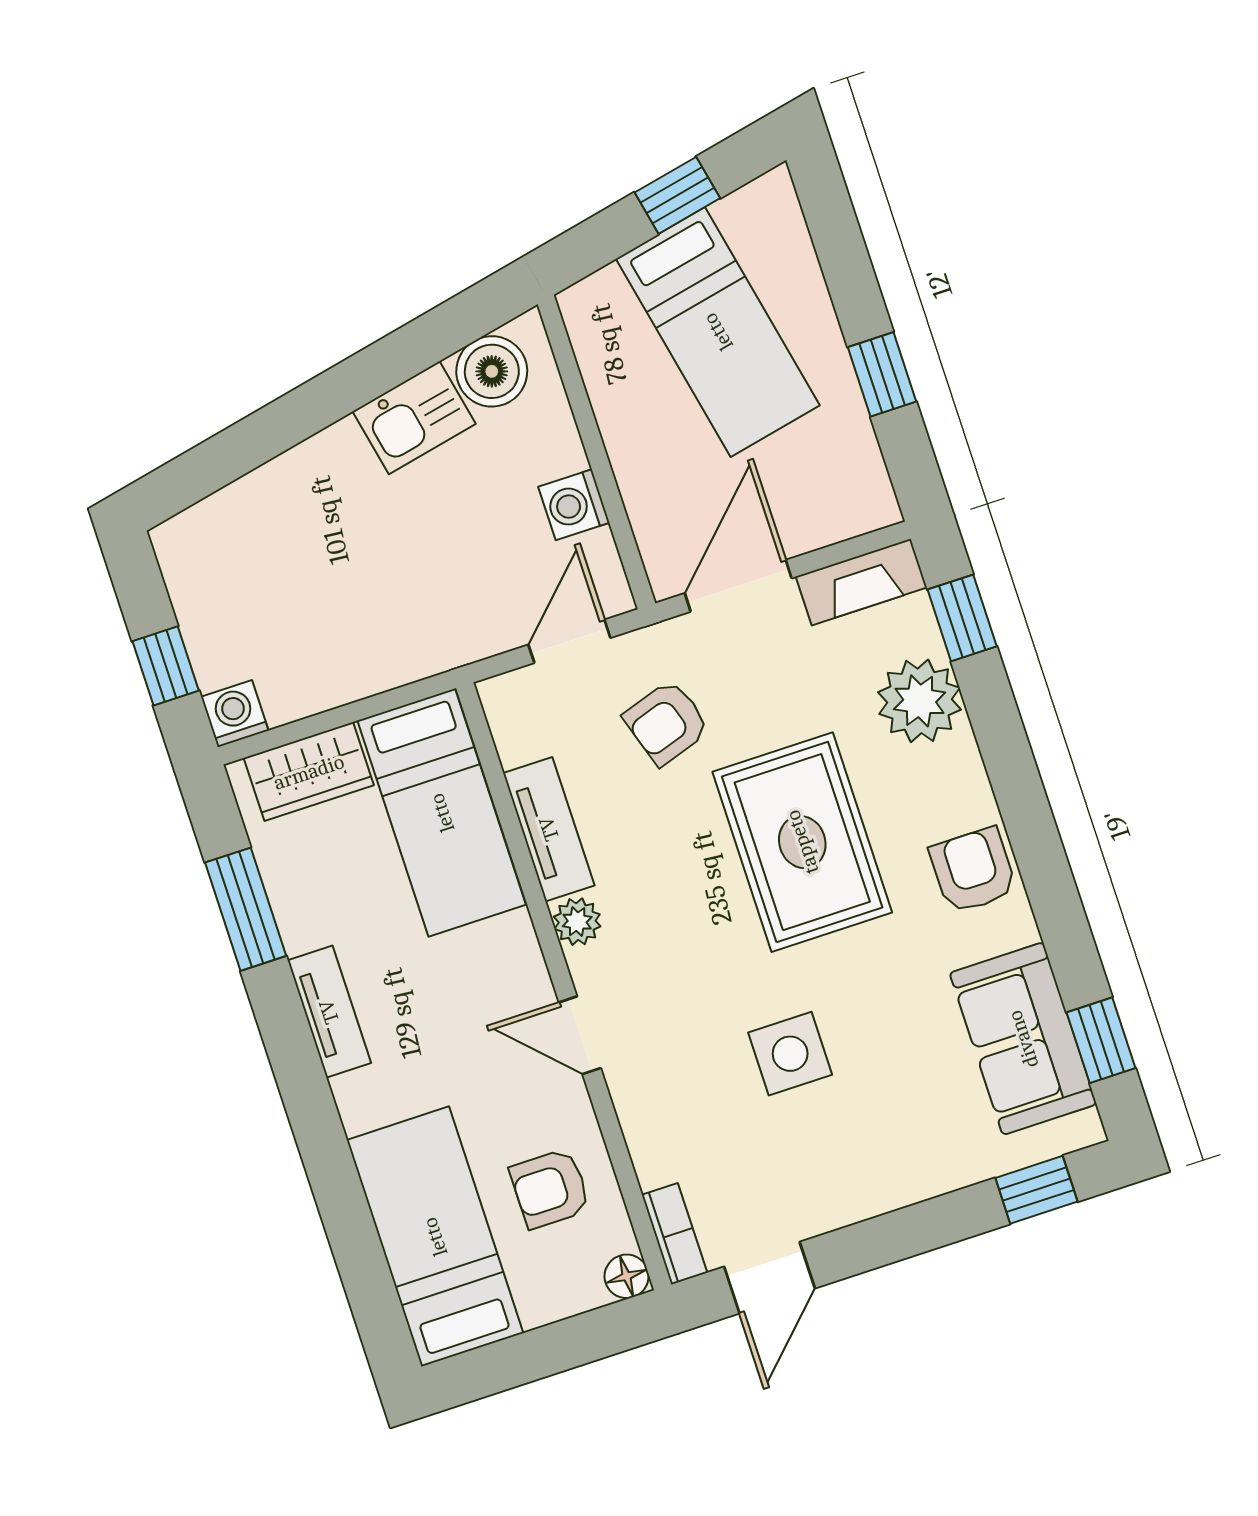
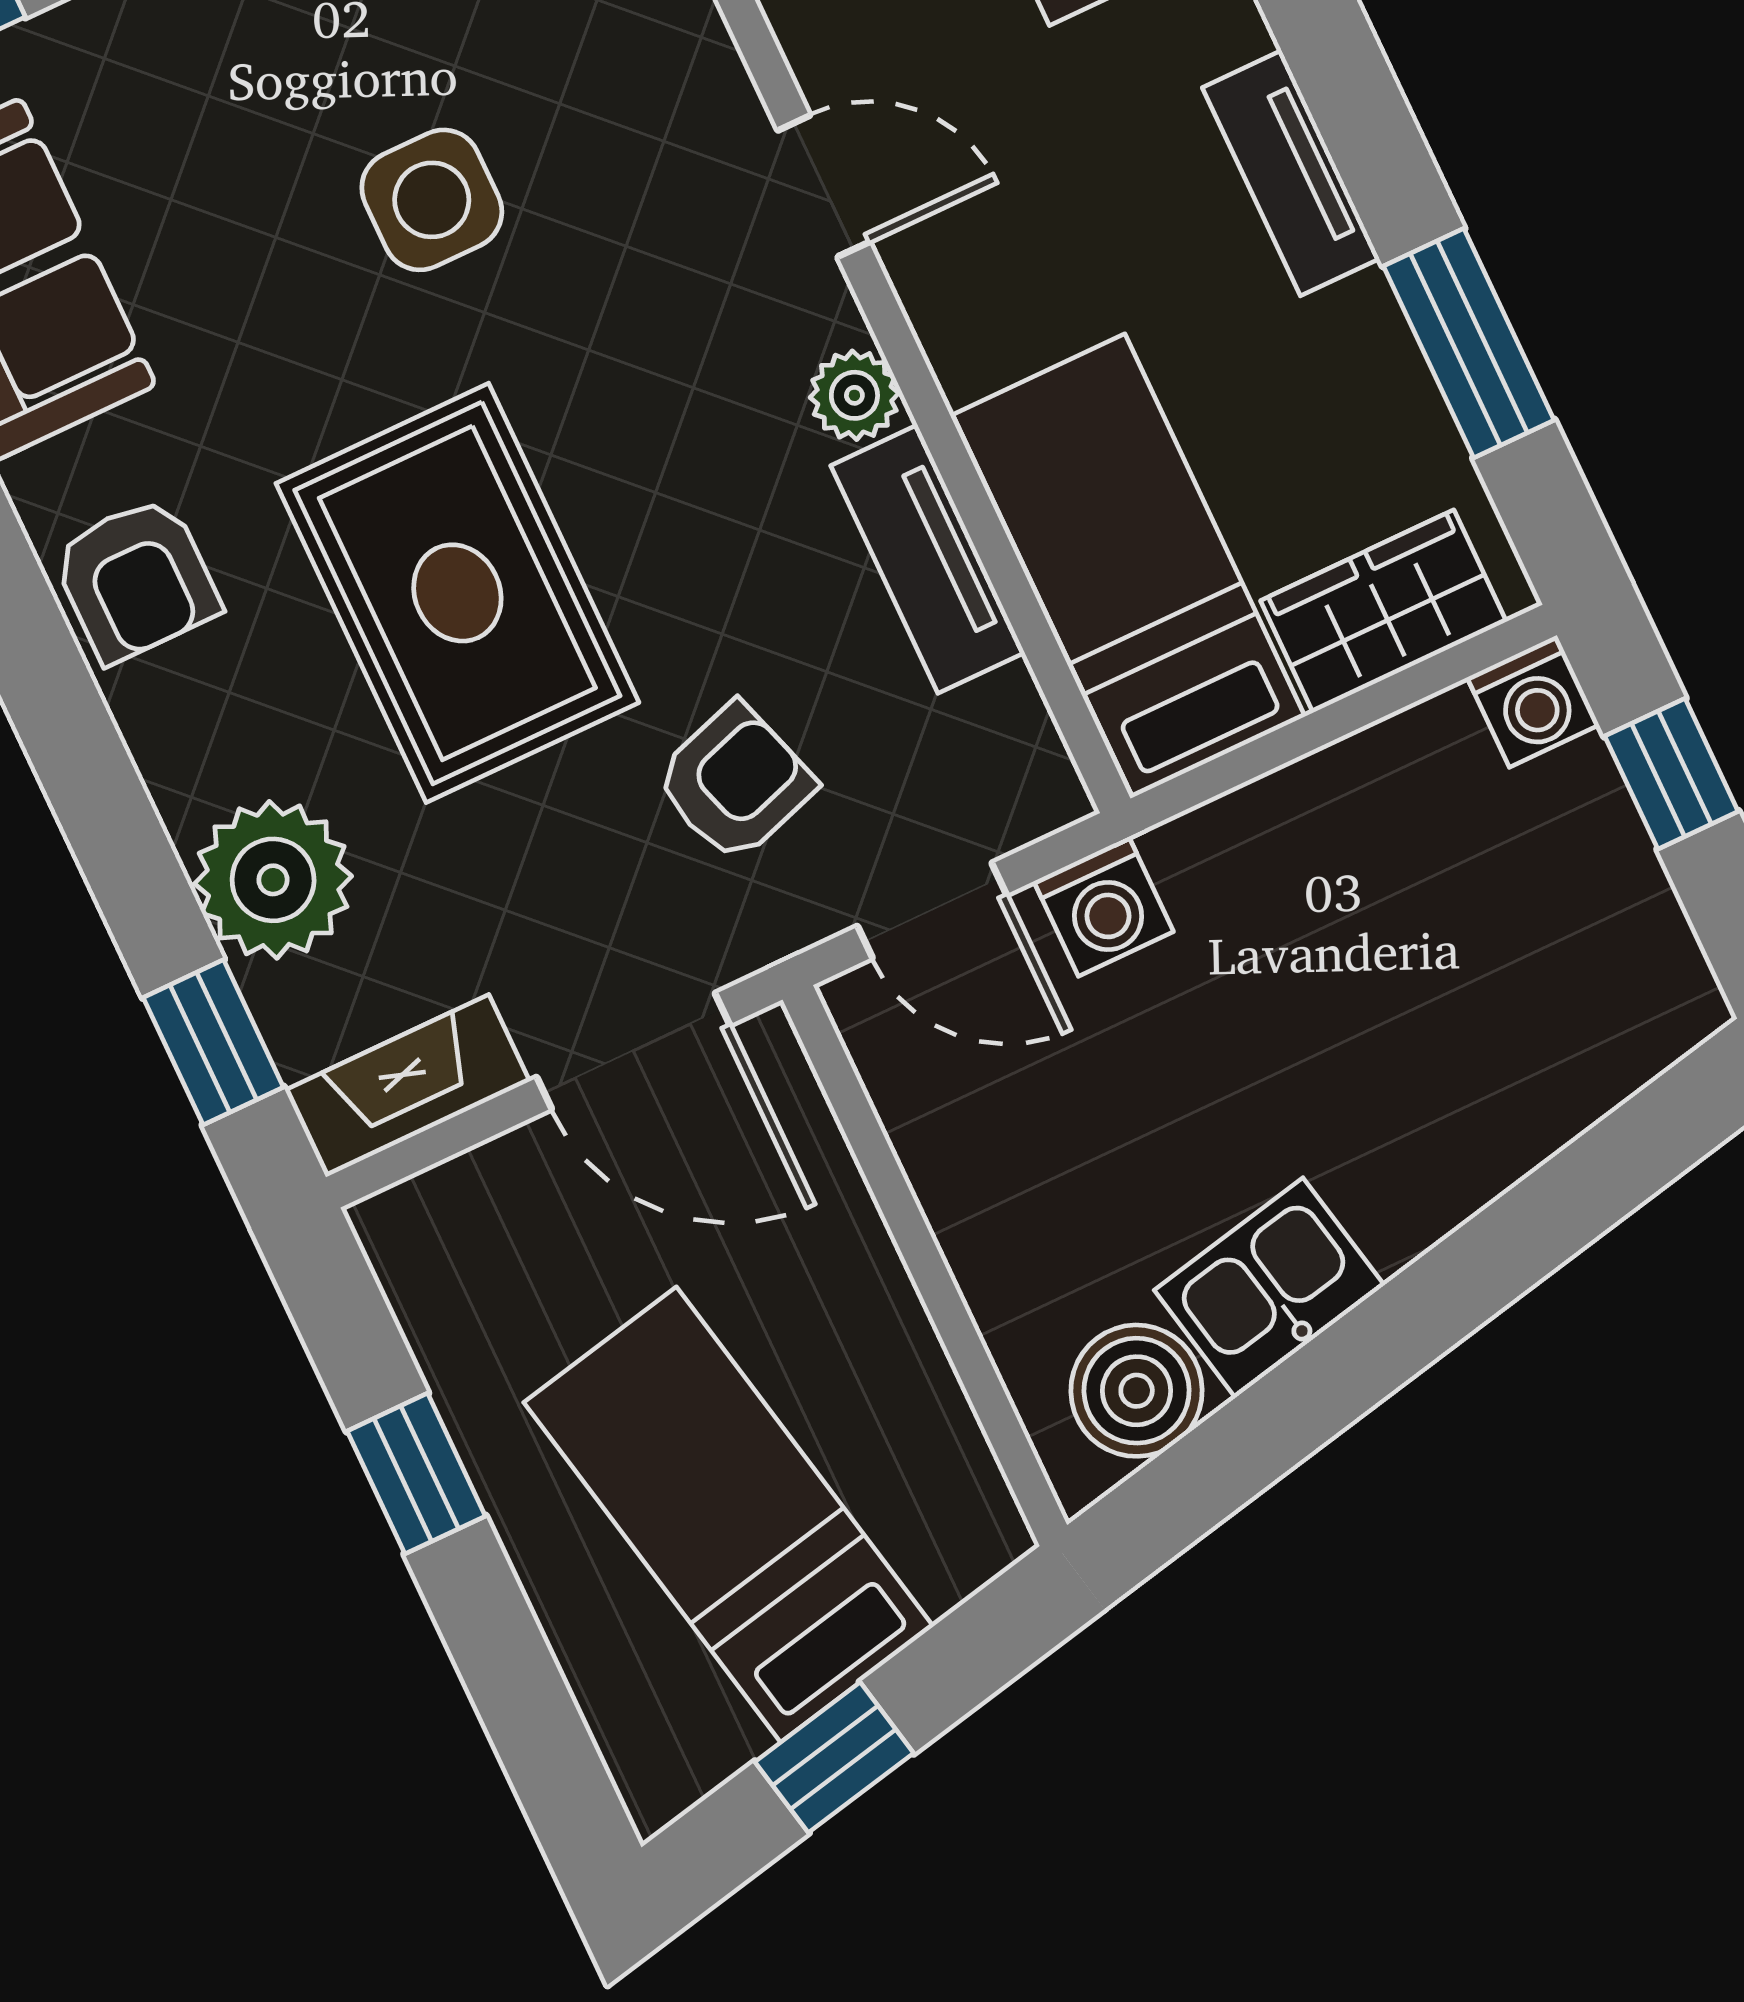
washing machine: (574, 505) -> (1104, 906), moved, turned 90
door: (738, 586) -> (633, 1051), hinge flipped
door: (569, 641) -> (932, 910), hinge flipped

